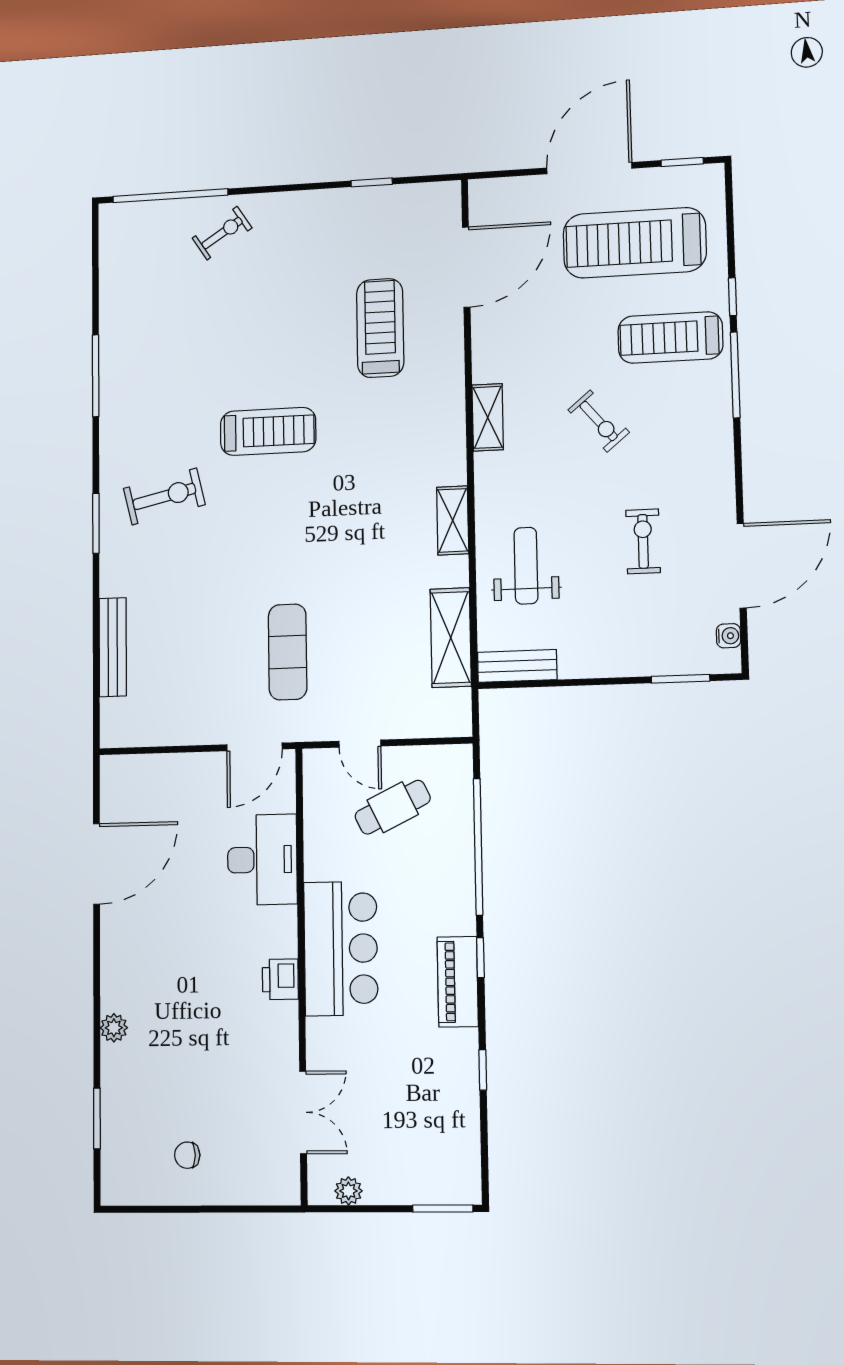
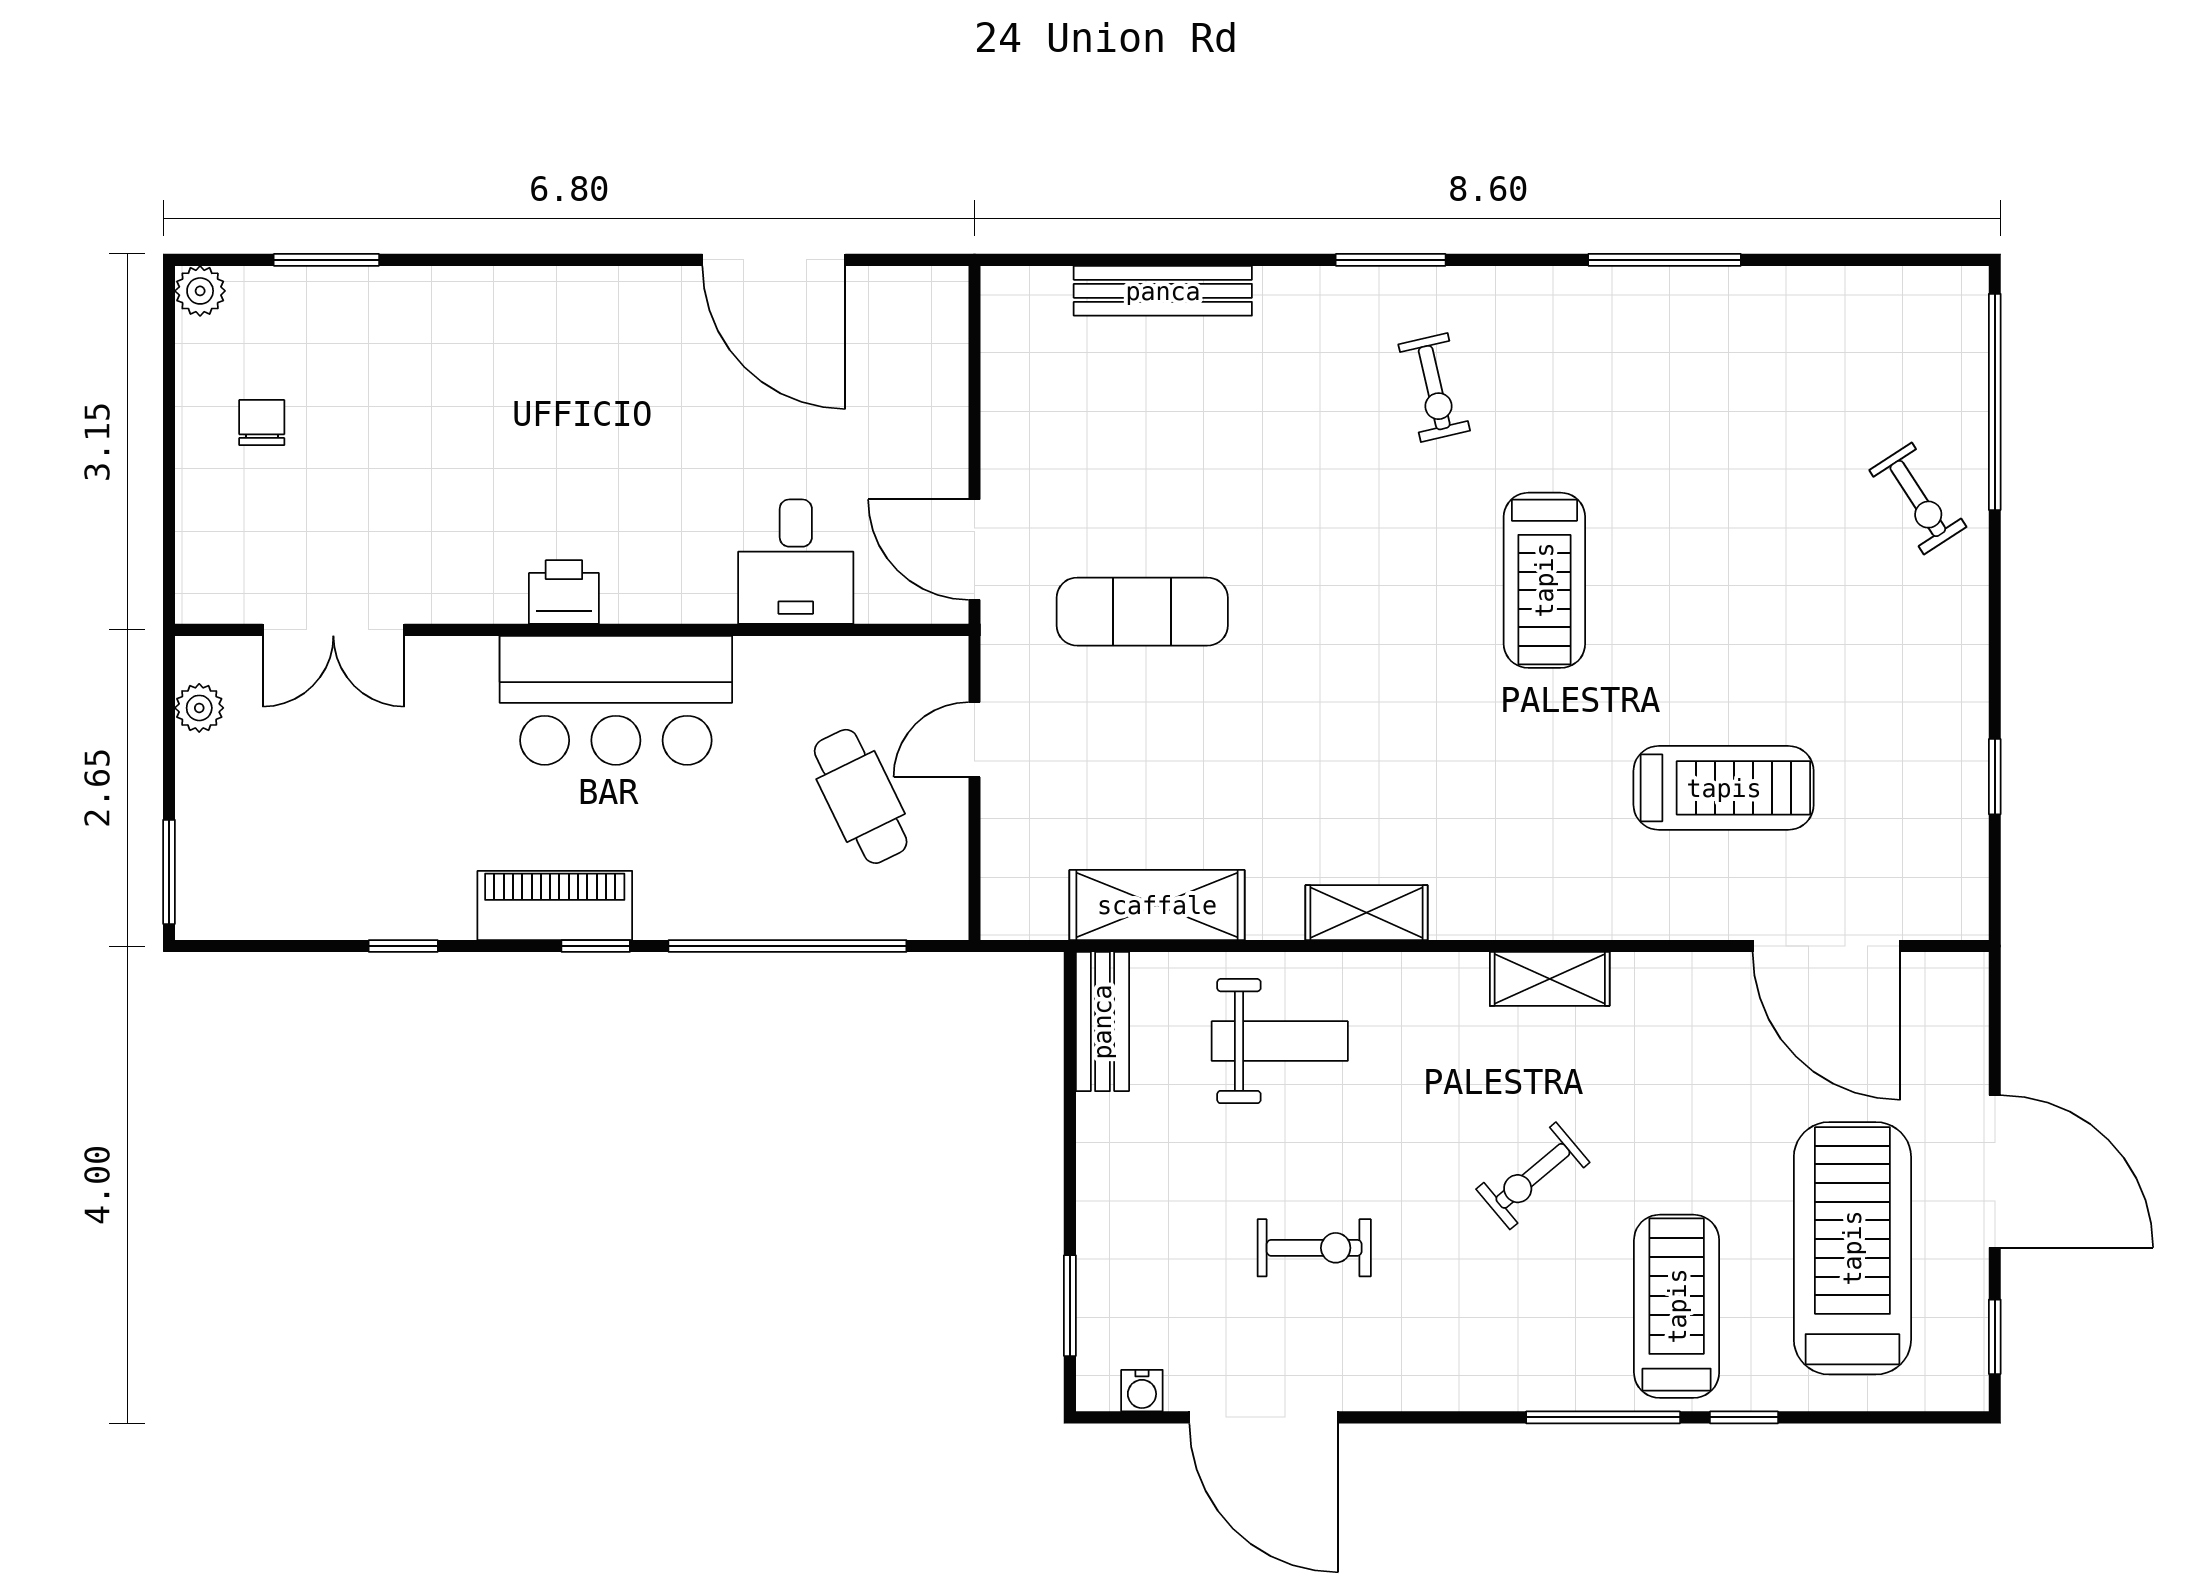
exercise bike: (164, 496) -> (1434, 388), width x0.73, depth x0.72
desk: (262, 860) -> (796, 562), width x0.73
plant: (114, 1028) -> (200, 291), moved

